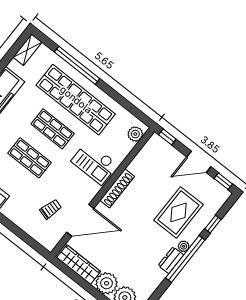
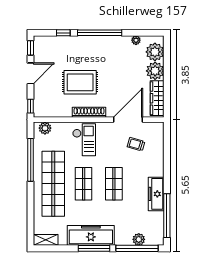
window: (77, 65) -> (31, 160), moved
door: (199, 162) -> (31, 73), hinge flipped
rug: (178, 212) -> (80, 82), moved
door: (80, 220) -> (128, 120), hinge flipped
plant: (184, 246) -> (136, 40), moved
dresser: (171, 260) -> (108, 41), removed

